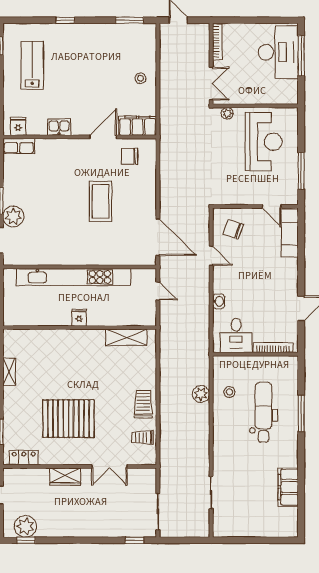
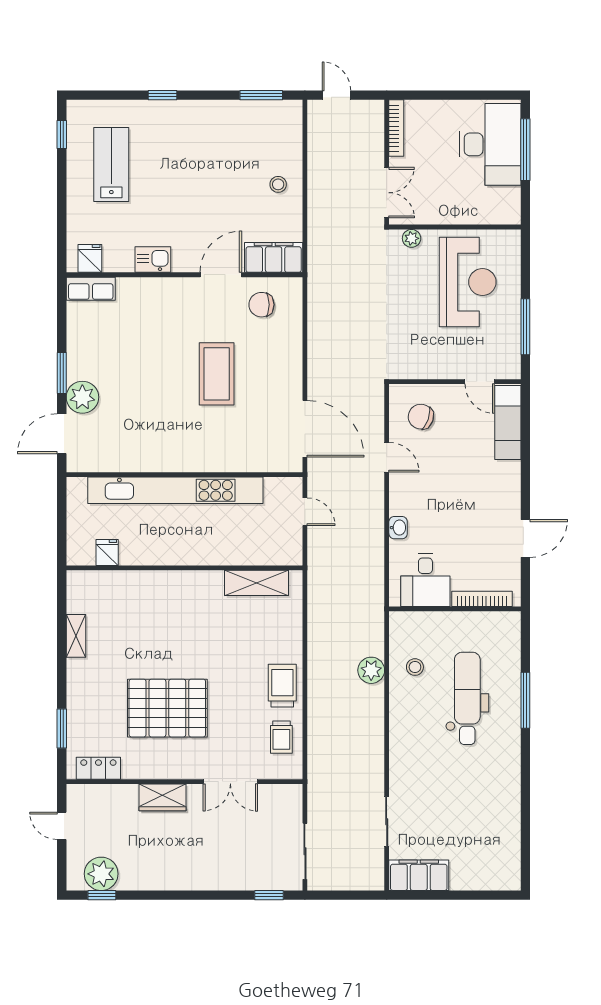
fridge: (79, 317) -> (107, 552), moved
trolley: (143, 437) -> (281, 737), turned -90
filing cabinet: (288, 487) -> (419, 875), moved, turned 90

